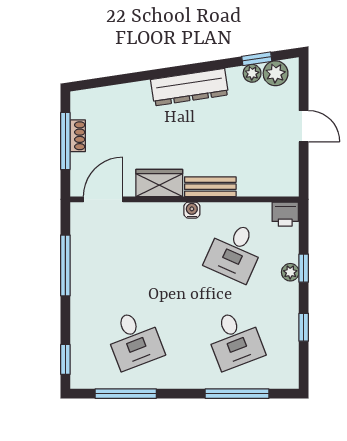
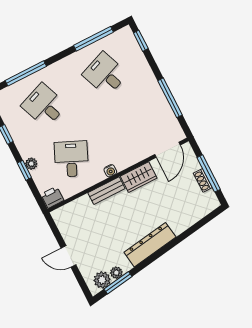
window: (257, 59) -> (118, 283), width x1.50

